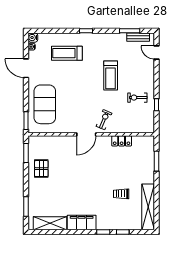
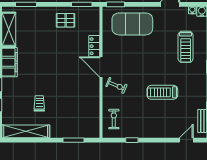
treadmill: (67, 53) -> (186, 47), turned 180
exercise bike: (137, 98) -> (114, 119), moved
locker: (122, 141) -> (94, 46), moved

